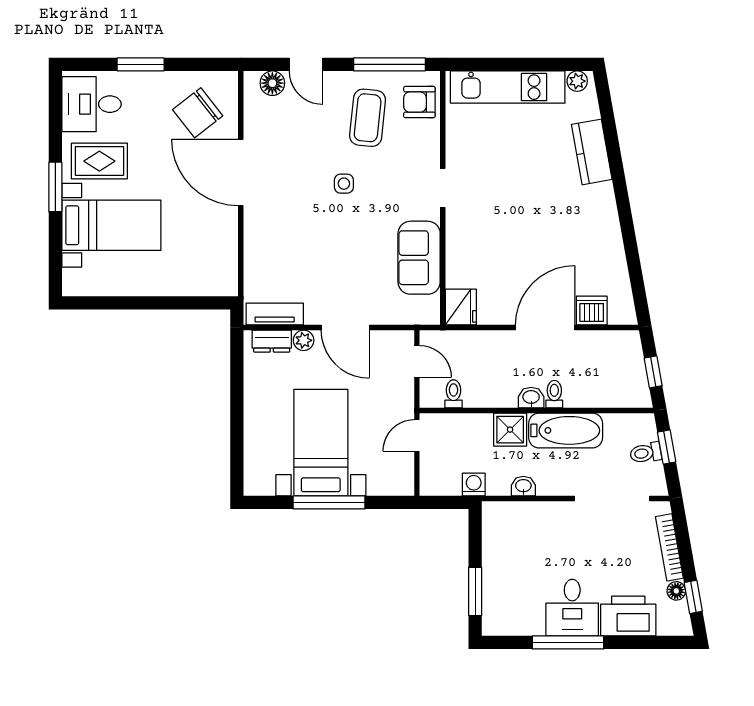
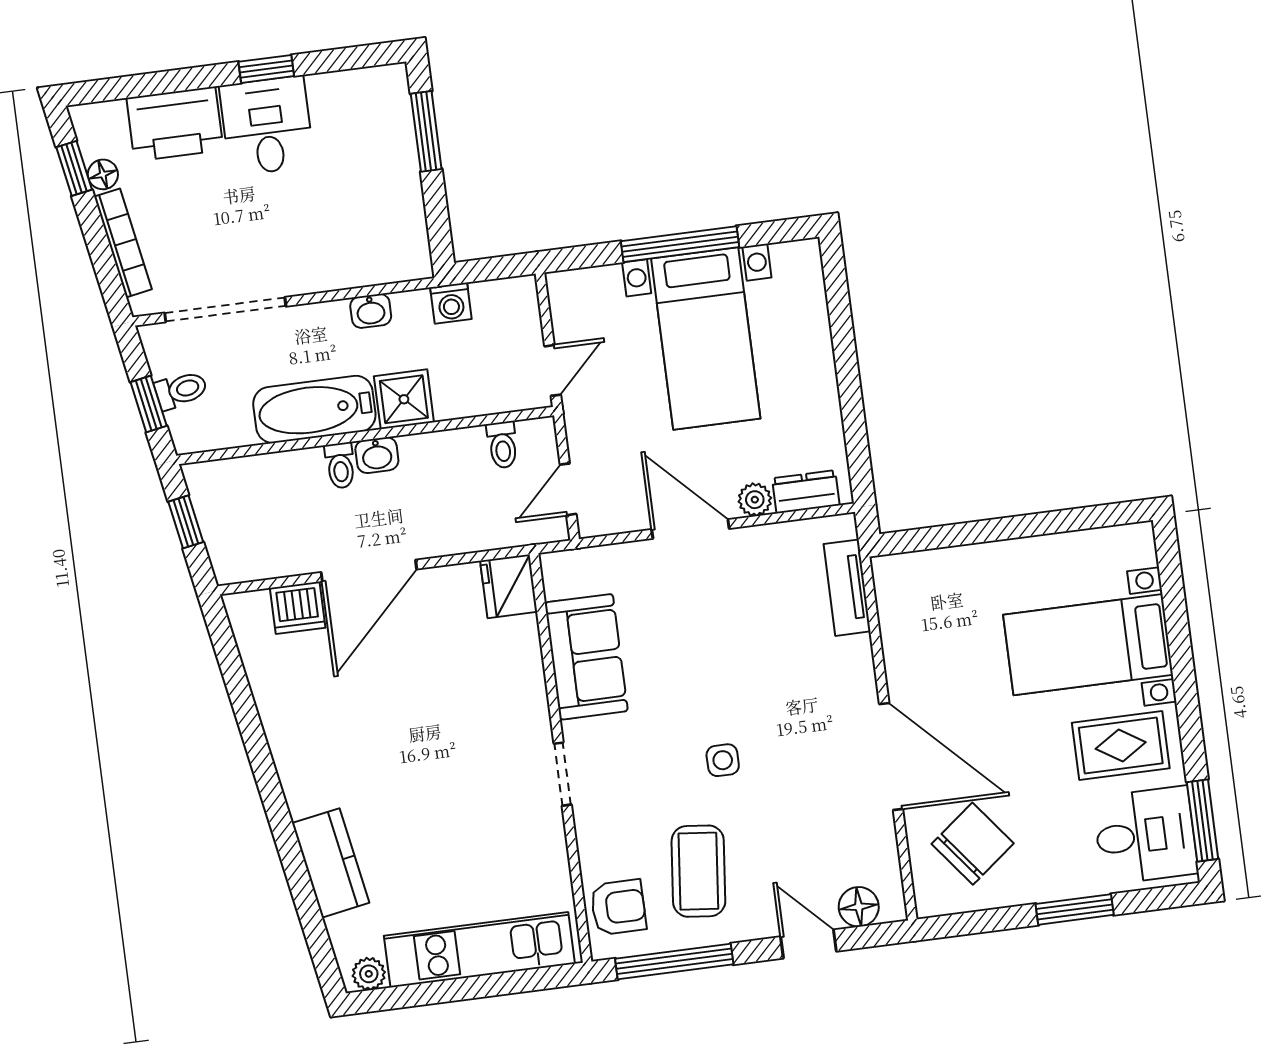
window: (55, 187) -> (1203, 820), moved
tv unit: (275, 314) -> (847, 588), moved, turned 90
door: (417, 361) -> (568, 489), hinge flipped
window: (568, 642) -> (266, 69), width x0.46

